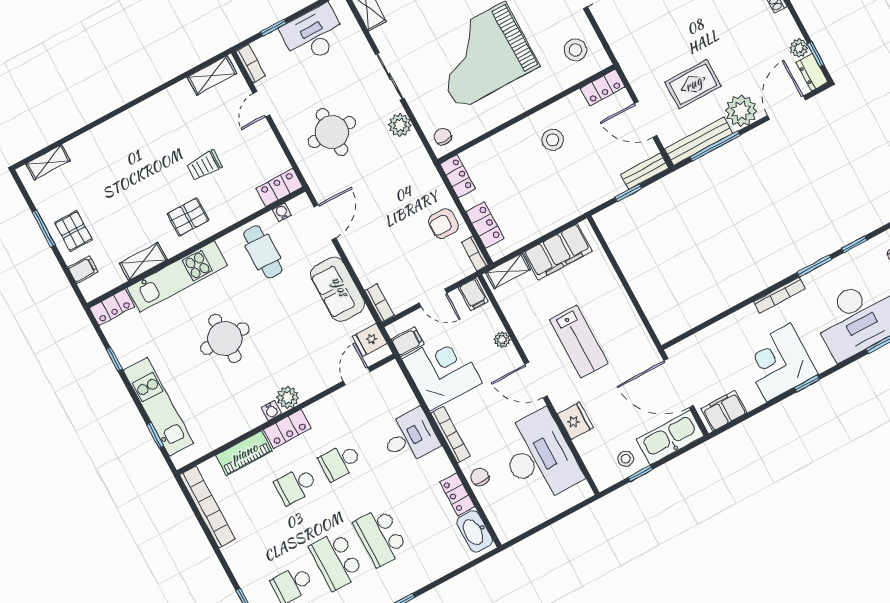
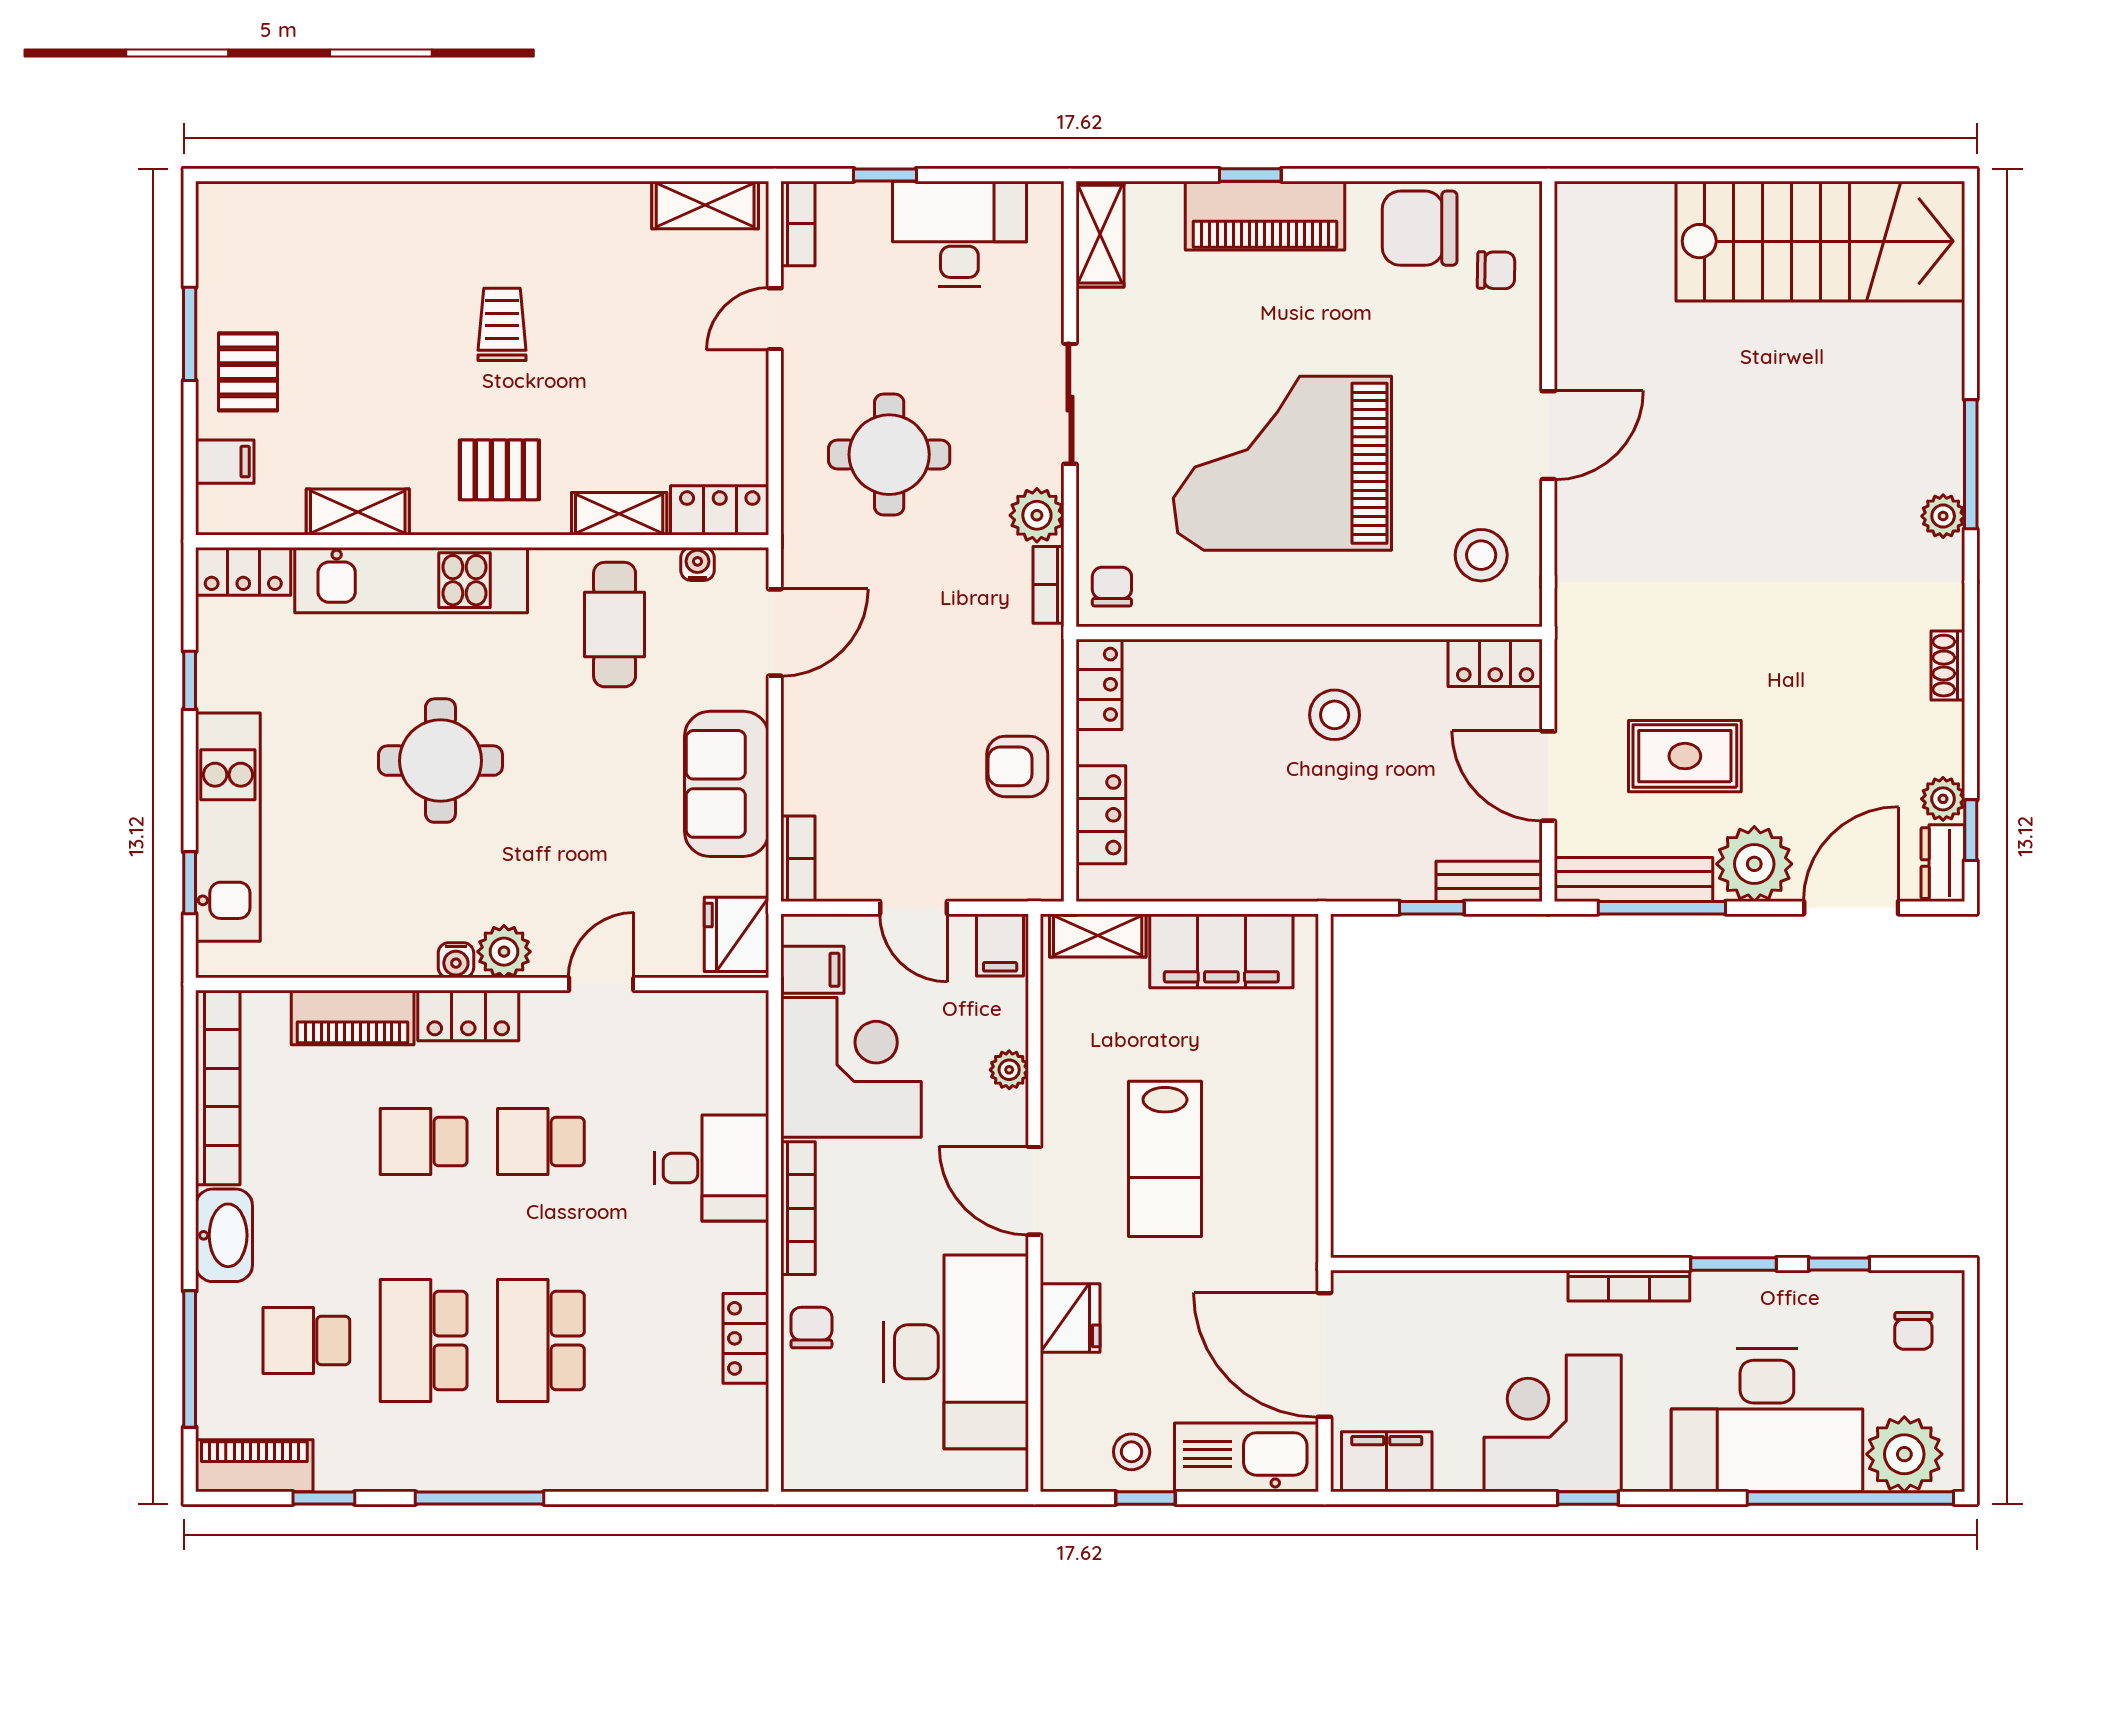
shelving: (48, 162) -> (619, 514), moved
trolley: (204, 165) -> (502, 324), moved, turned 90
bookcase: (475, 254) -> (1048, 585), moved
fridge: (370, 340) -> (737, 934), width x1.38
door: (357, 376) -> (601, 984), moved
washbasin: (475, 531) -> (224, 1235), moved, turned 180

